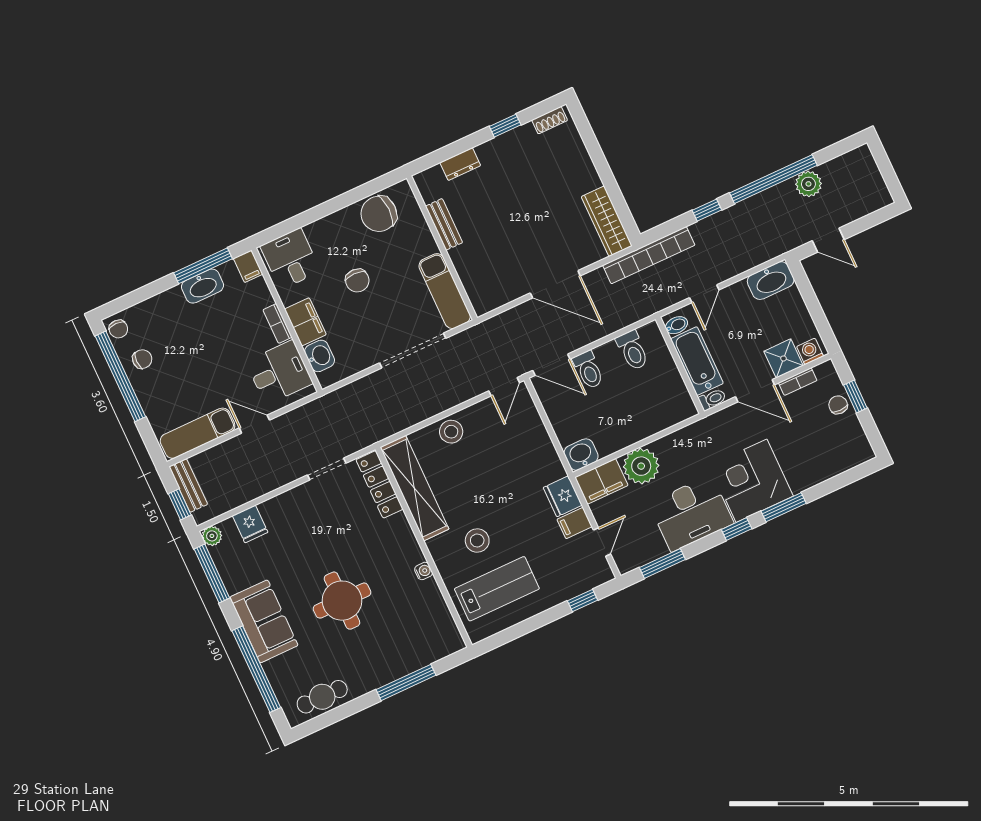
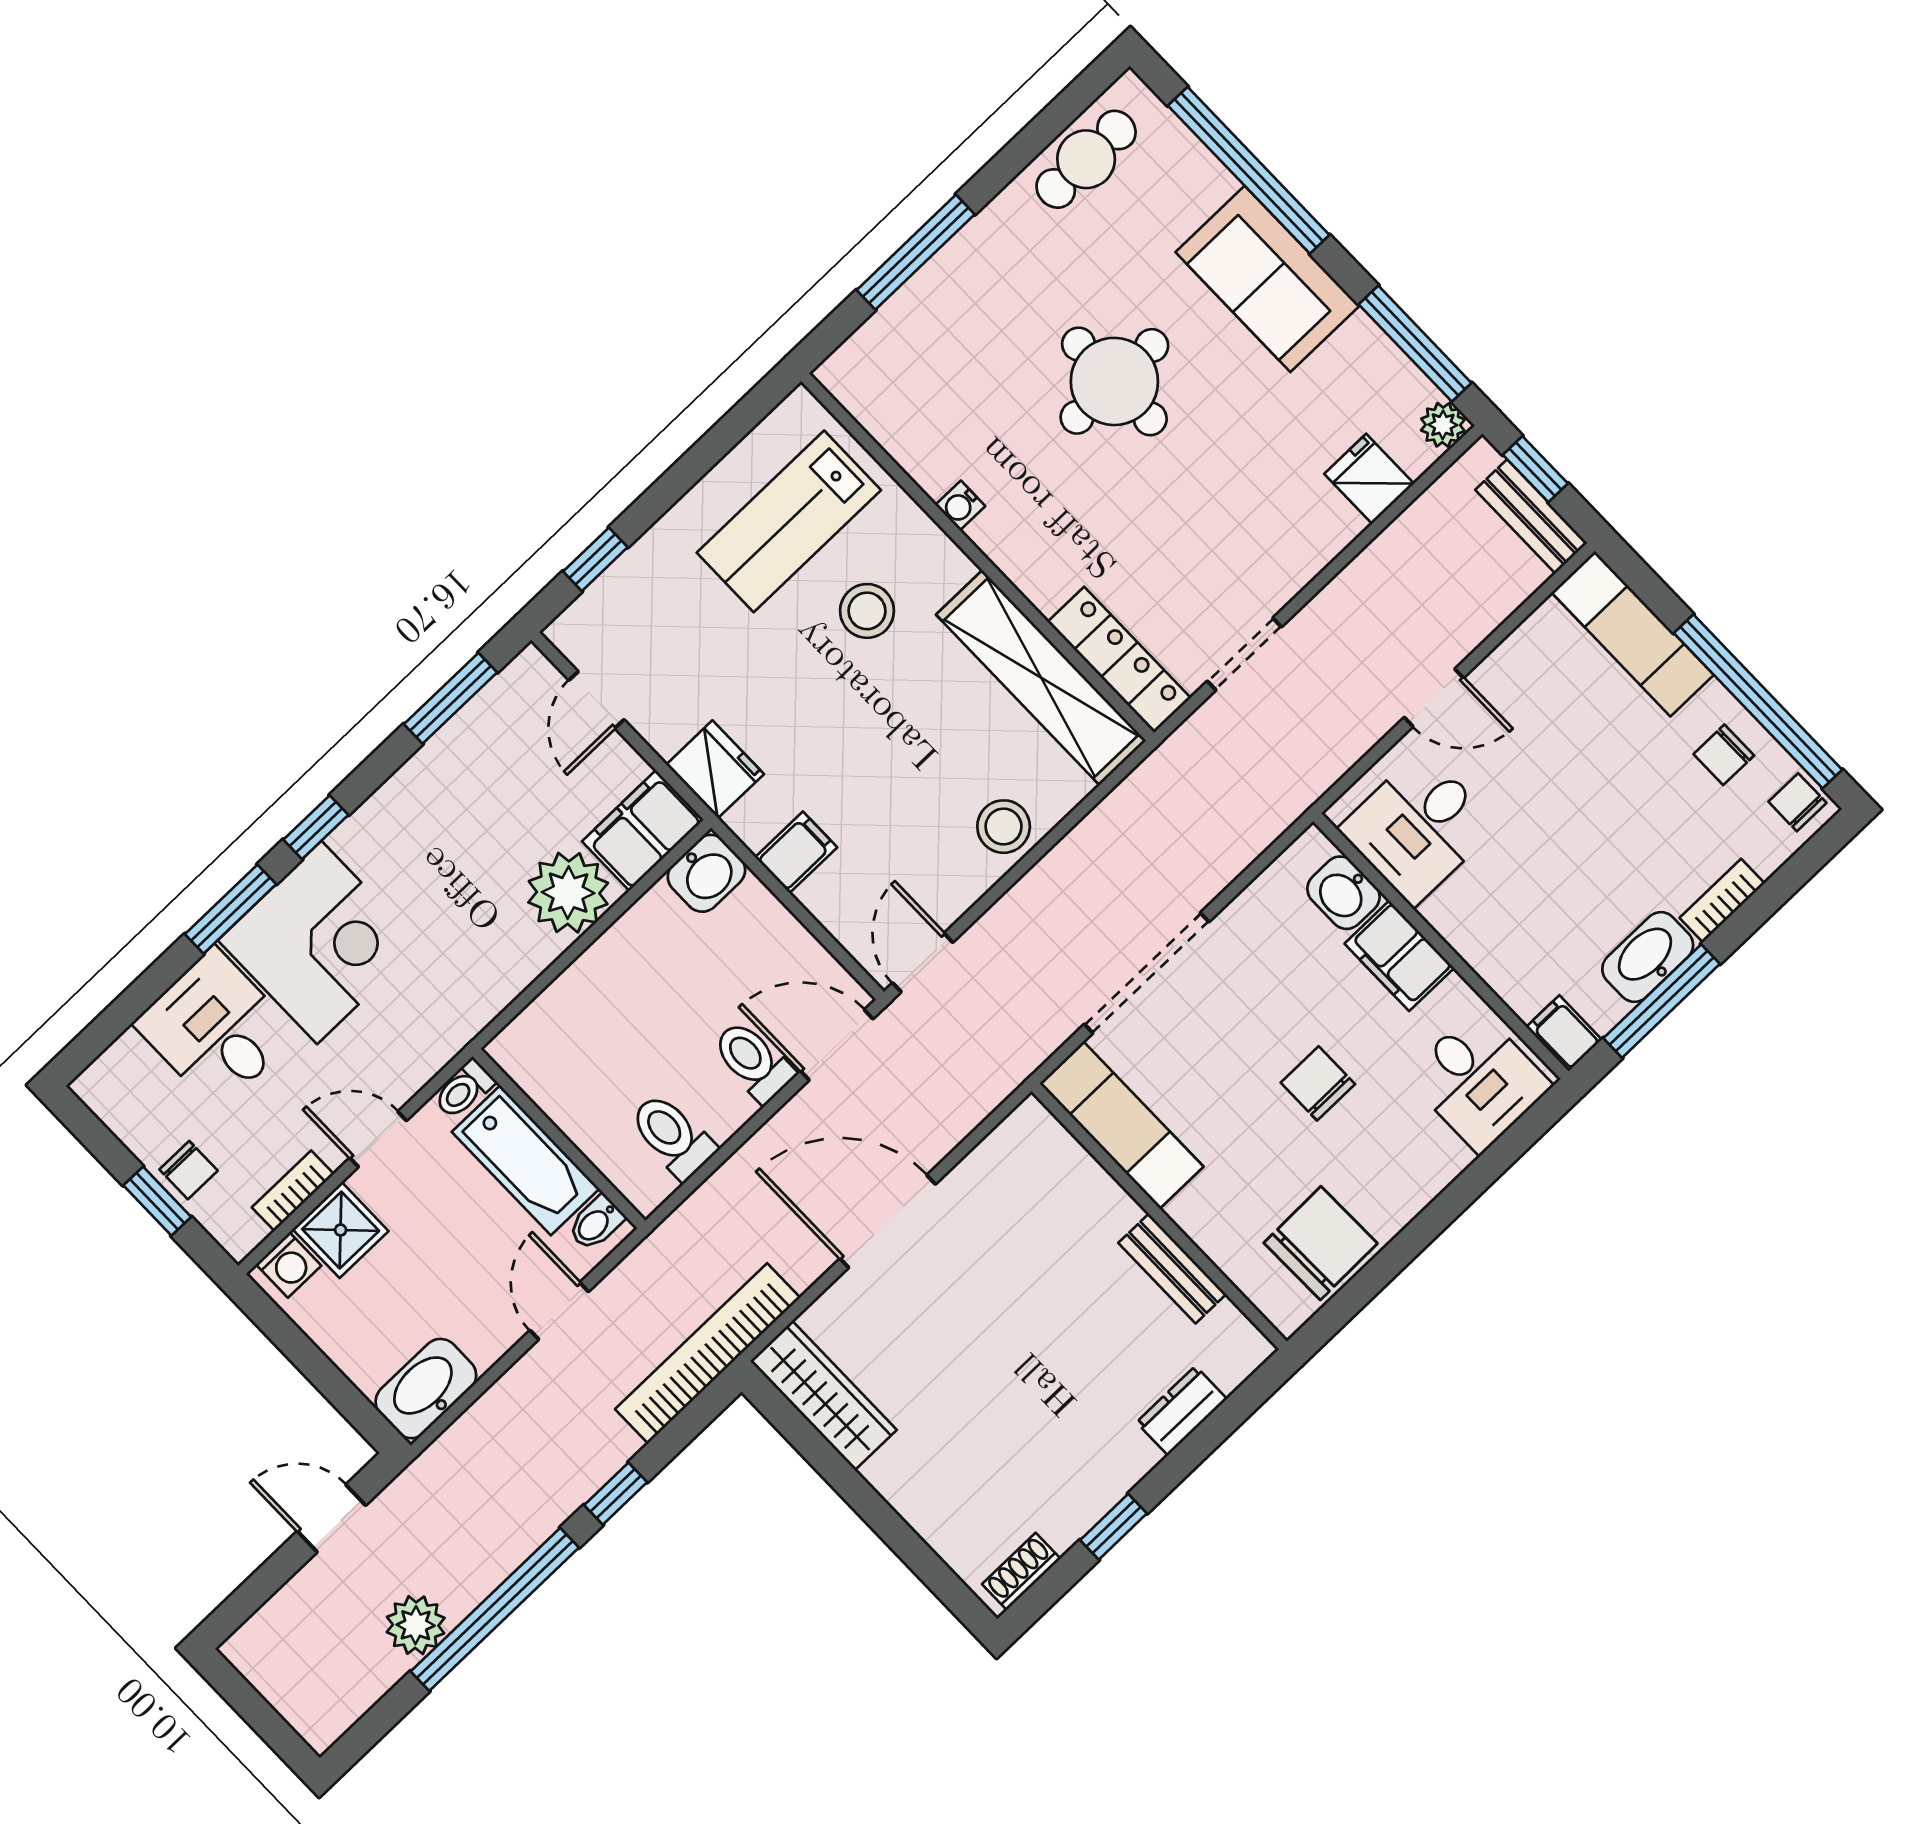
bookcase: (278, 323) -> (1722, 901), moved, turned -90
door: (755, 391) -> (378, 1139), width x0.73
exam couch: (198, 433) -> (1633, 634), moved, turned 90
desk: (691, 513) -> (216, 1029), moved, width x0.73
filing cabinet: (575, 523) -> (796, 852), moved

